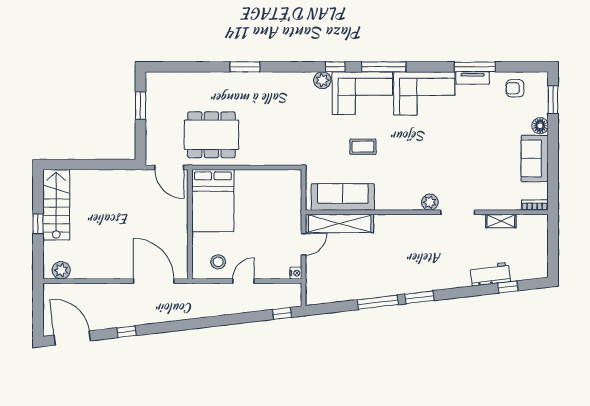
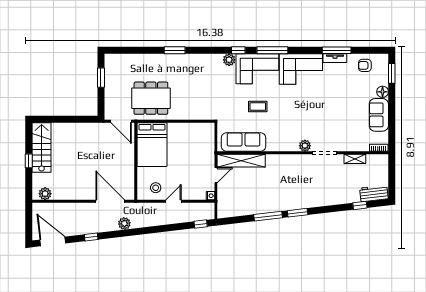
workbench: (490, 274) -> (374, 193), moved
plant: (174, 313) -> (124, 223), added

